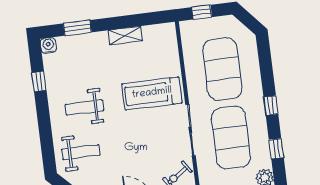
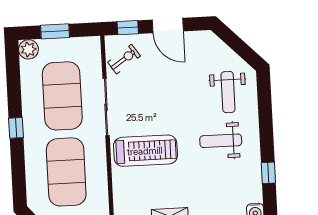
weight bench: (84, 107) -> (221, 141), turned 180
window: (276, 149) -> (13, 80), removed
weight bench: (81, 152) -> (228, 92), turned -90

